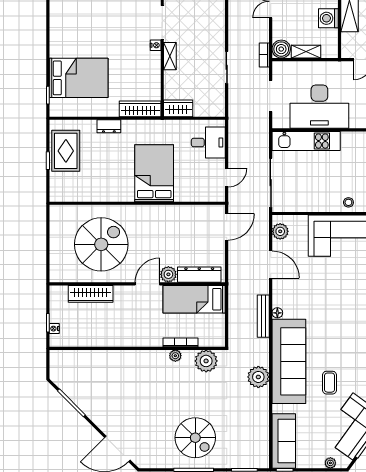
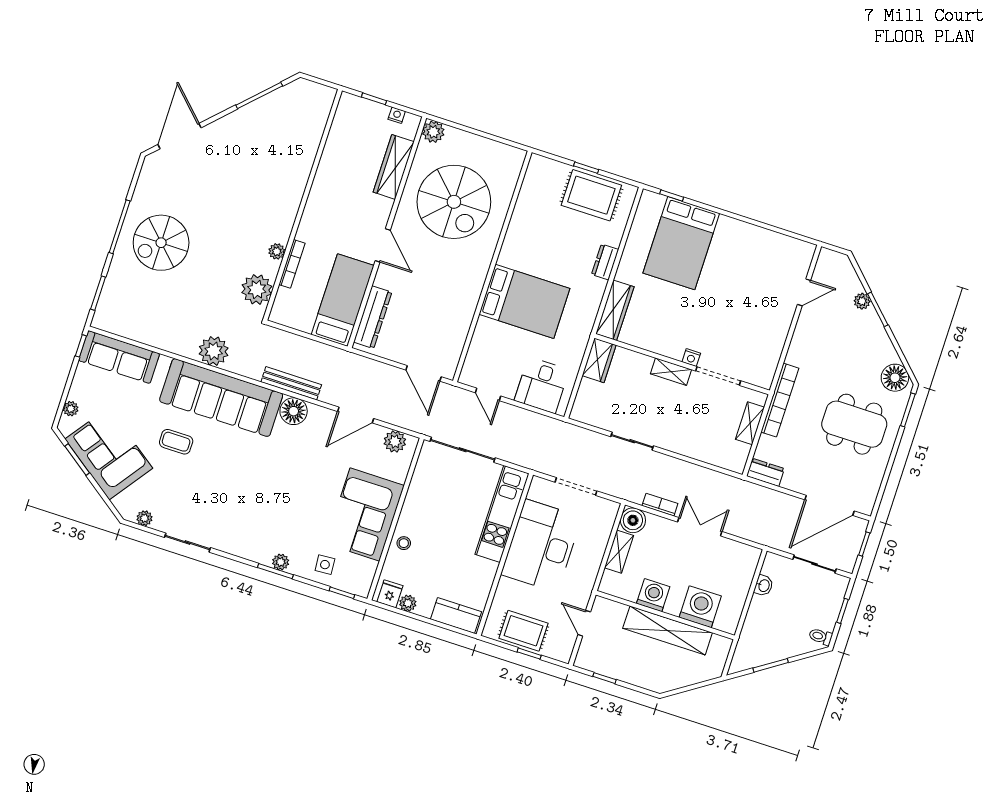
bookcase: (264, 55) -> (660, 505), moved
plant: (168, 274) -> (433, 132), moved
floor lamp: (277, 313) -> (294, 411), width x1.89, depth x1.89
nightstand: (54, 329) -> (397, 115), moved

